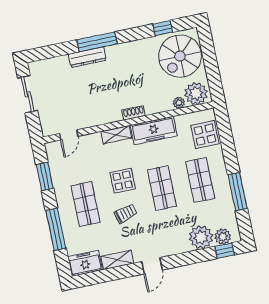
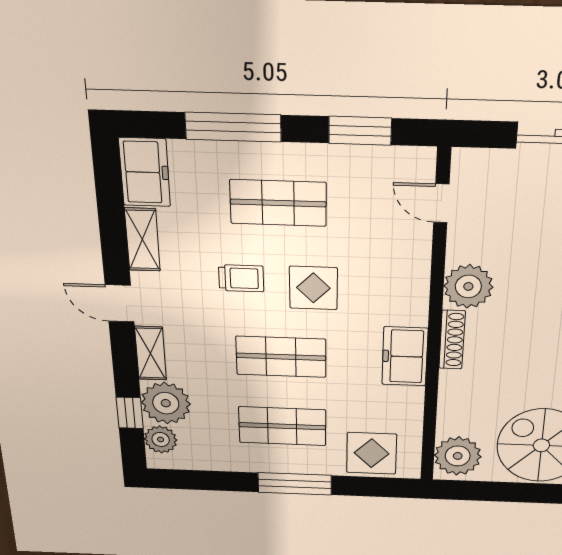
plant: (179, 103) -> (468, 286), moved, width x1.88, depth x1.88
shoe rack: (134, 113) -> (452, 340), width x1.43
freezer: (154, 131) -> (405, 356), width x0.71
shelving: (116, 135) -> (151, 353), moved
window: (237, 192) -> (295, 484), moved
trolley: (126, 213) -> (241, 278), turned -74
window: (225, 251) -> (130, 413), moved

